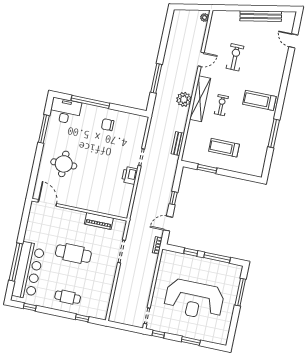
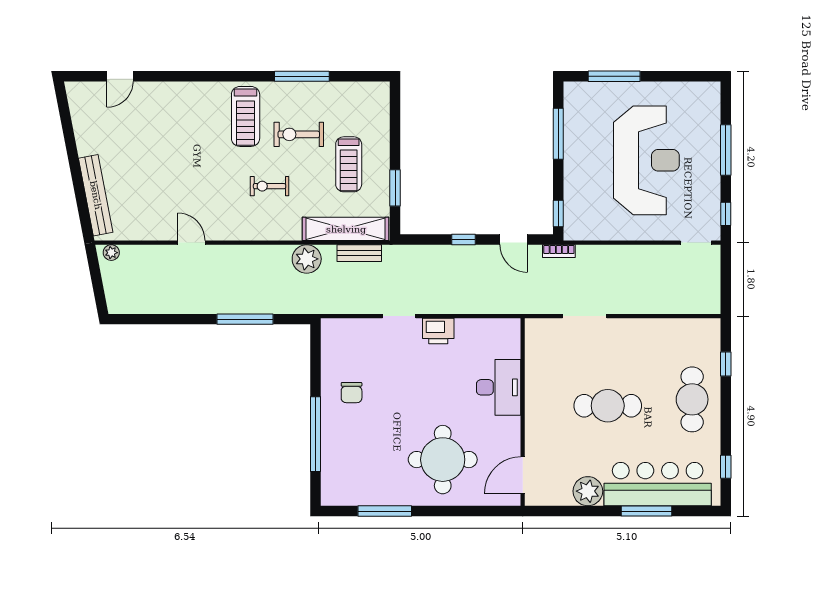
bench: (261, 16) -> (96, 195), moved
exercise bike: (235, 57) -> (299, 134), moved
plant: (184, 99) -> (307, 259), moved
shelving: (200, 99) -> (346, 229), moved
desk: (65, 111) -> (499, 387), moved, turned 180
round table: (64, 164) -> (443, 460), width x1.36, depth x1.36
piano: (99, 221) -> (536, 371), removed
plant: (32, 234) -> (588, 491), added
window: (191, 252) -> (558, 213), moved
cafe table: (73, 254) -> (608, 406), turned 90
window: (16, 262) -> (647, 511), width x0.68
cafe table: (68, 297) -> (692, 399), width x1.37, depth x1.35
window: (191, 341) -> (726, 150), width x1.44

